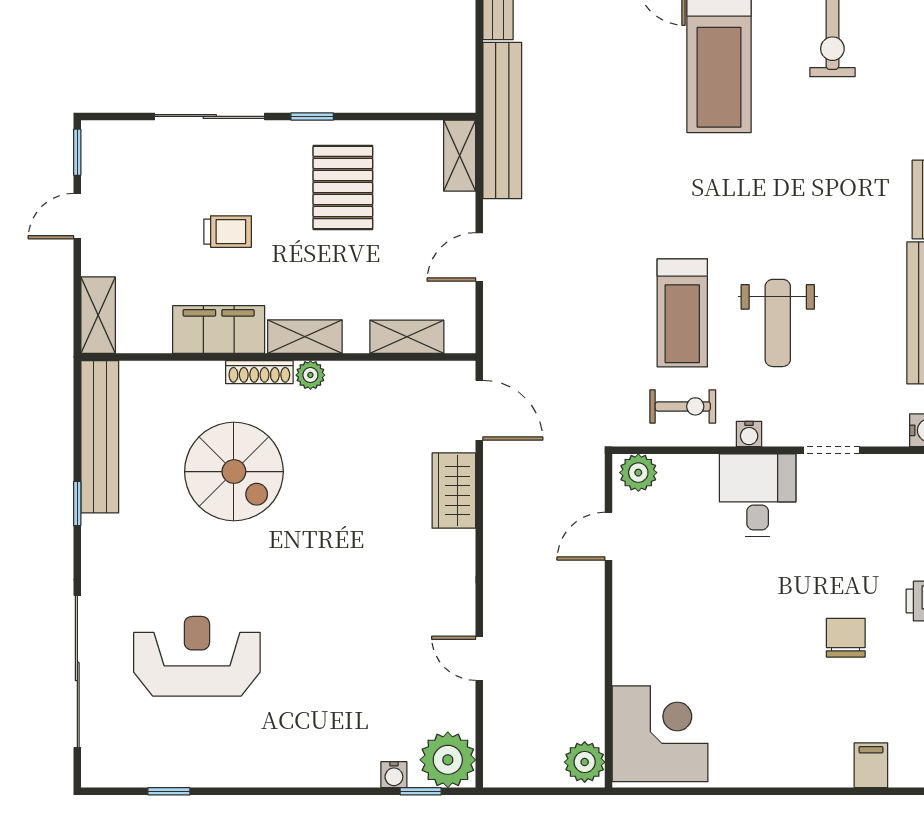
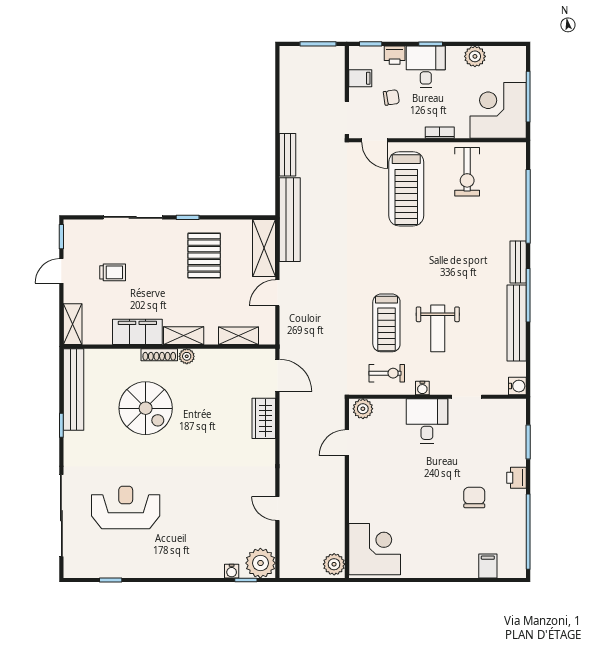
shelving: (460, 156) -> (264, 248), width x1.50, depth x1.33
trolley: (228, 232) -> (113, 272), moved

